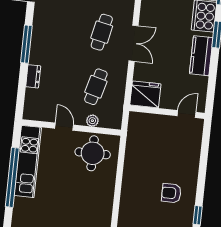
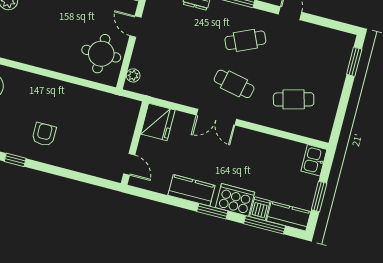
cafe table: (96, 87) -> (245, 40), moved, turned -39
plant: (92, 121) -> (133, 75), moved
door: (64, 127) -> (135, 27), swing flipped

